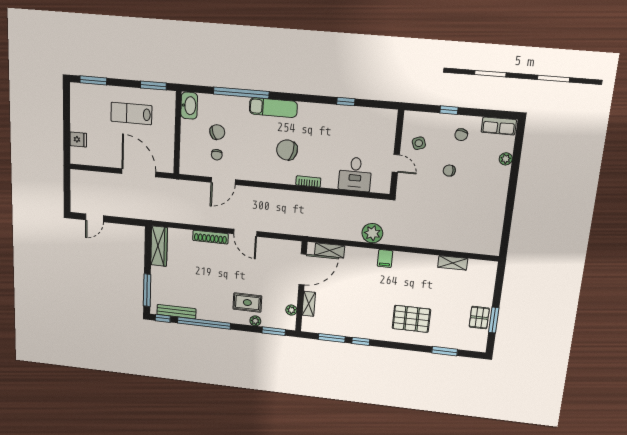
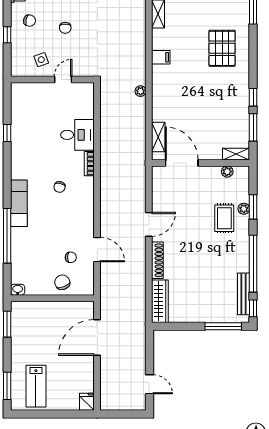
washbasin: (189, 106) -> (18, 290), width x0.52, depth x0.69
lab bench: (131, 113) -> (36, 386), moved
chair: (217, 132) -> (62, 282), moved
fridge: (78, 139) -> (87, 402), moved
chair: (287, 150) -> (60, 187), width x0.54, depth x0.54
desk: (355, 174) -> (77, 135), moved
plant: (372, 233) -> (140, 91), width x0.53, depth x0.53
wardrobe: (159, 246) -> (160, 301), moved, turned 90
filing cabinet: (385, 258) -> (161, 57), moved
shelving: (309, 304) -> (236, 154), moved
window: (274, 331) -> (253, 207), moved

